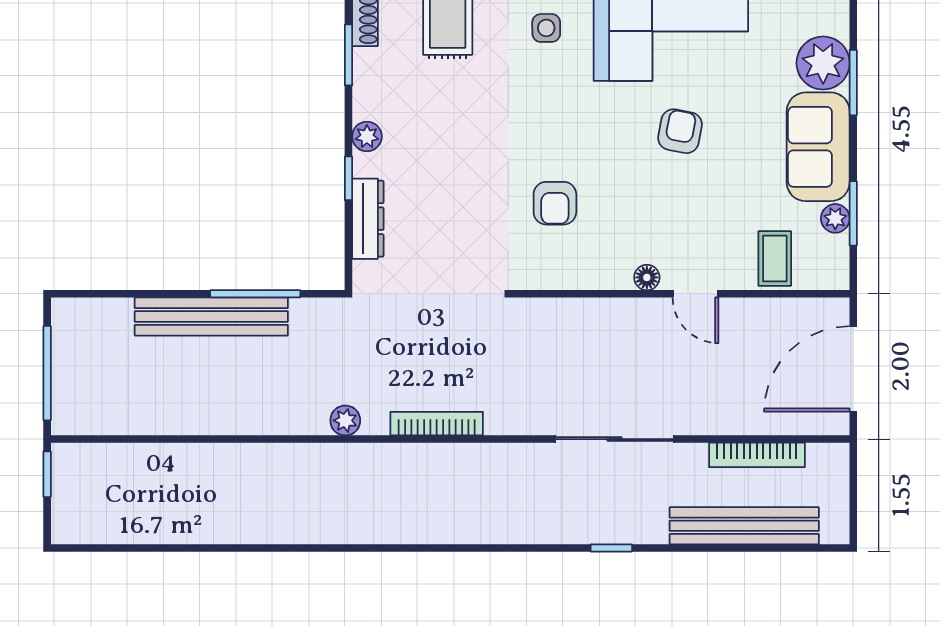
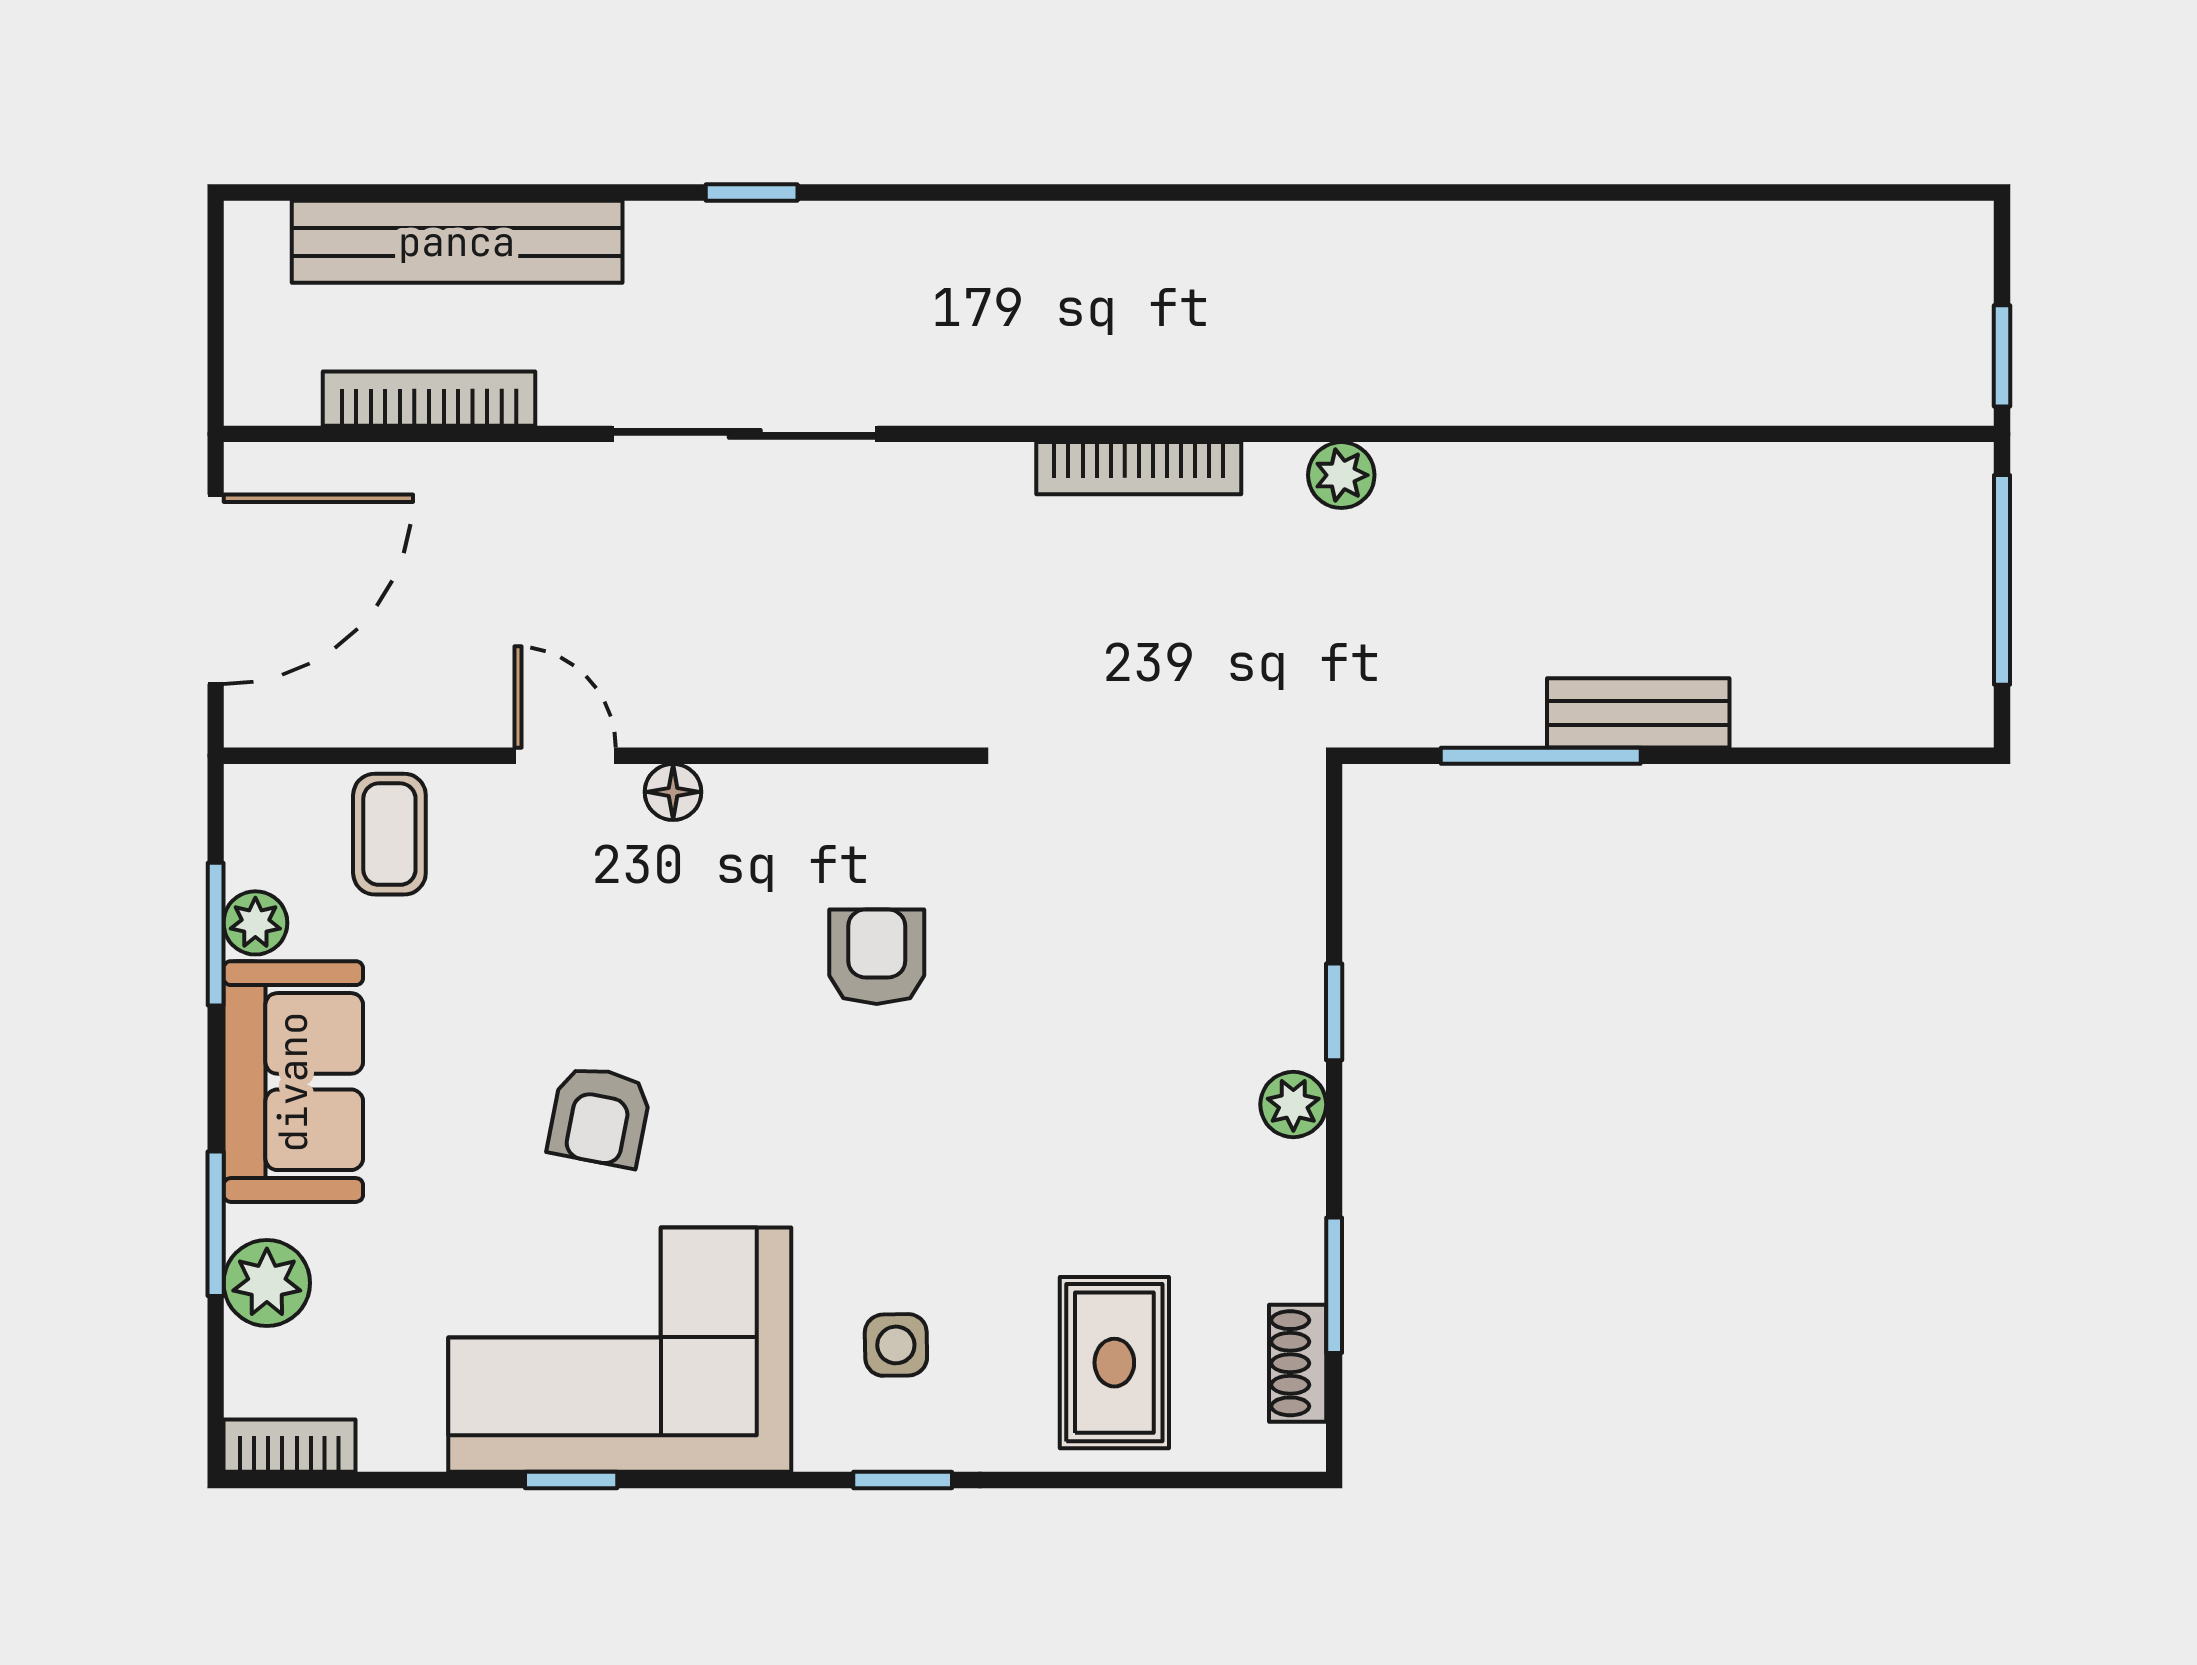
plant: (823, 63) -> (267, 1283), width x0.73, depth x0.73
dresser: (368, 219) -> (1291, 922), removed
bench: (211, 316) -> (1638, 713), width x0.54, depth x0.82

